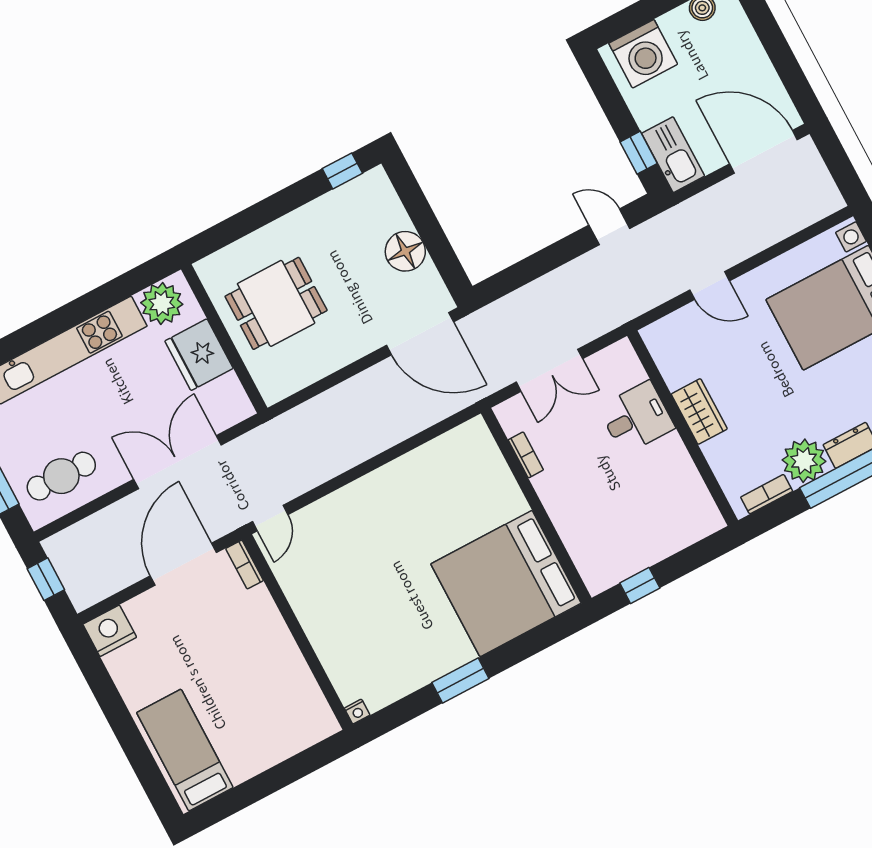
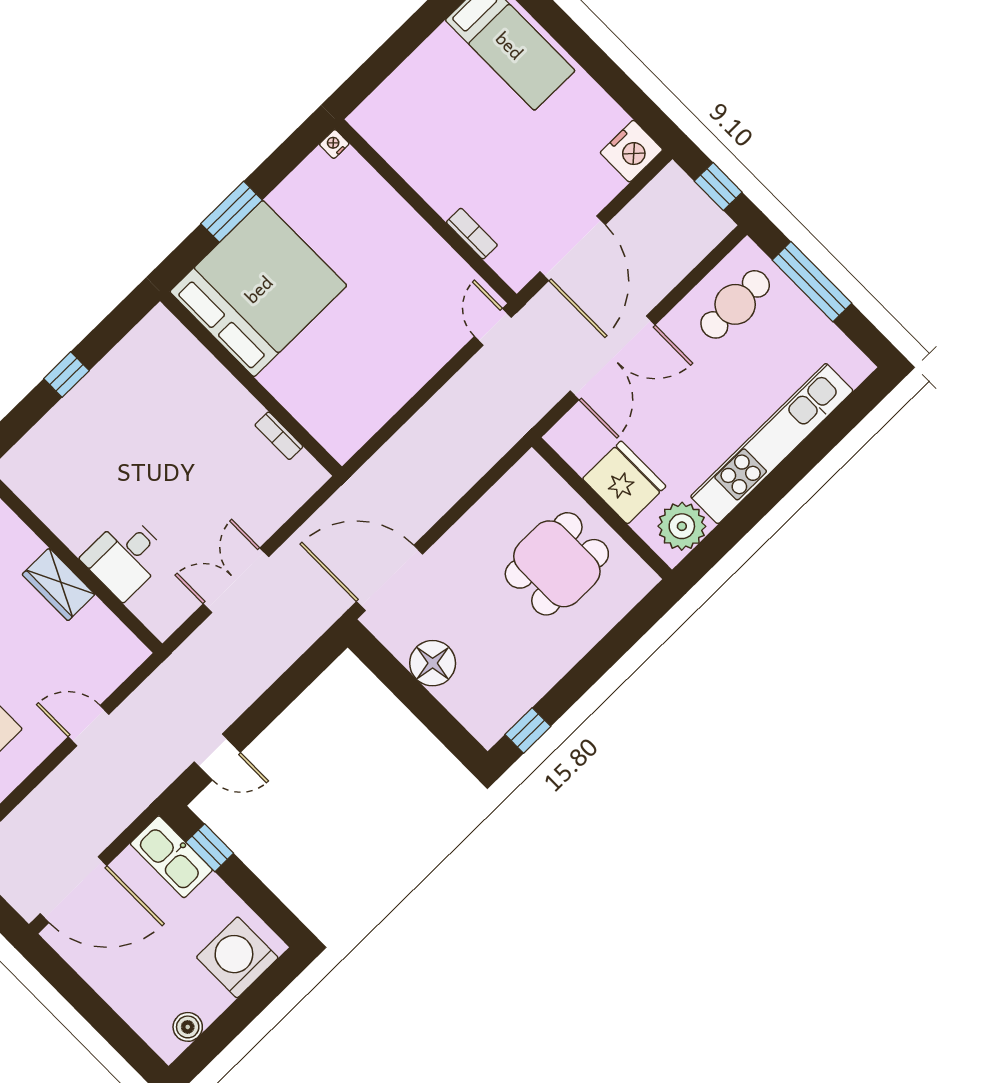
bookcase: (526, 455) -> (279, 436), moved
wall: (536, 506) -> (251, 384), moved
bookcase: (245, 565) -> (472, 234), moved
bed: (506, 584) -> (258, 289), moved

